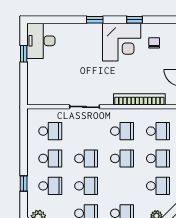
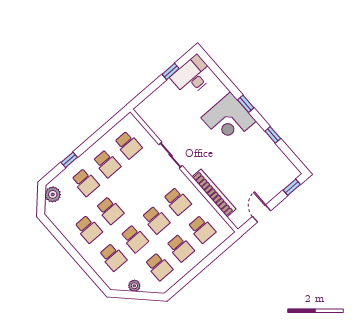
corner desk: (122, 42) -> (229, 119), moved
chair: (154, 43) -> (268, 166), removed
school desk: (86, 158) -> (134, 238), moved

